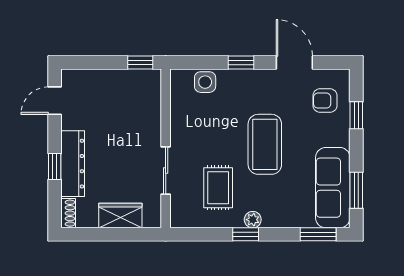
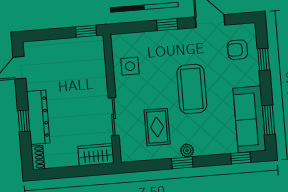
side table: (205, 82) -> (130, 66), moved
wardrobe: (120, 216) -> (96, 155), moved
window: (318, 234) -> (241, 158), width x0.67

